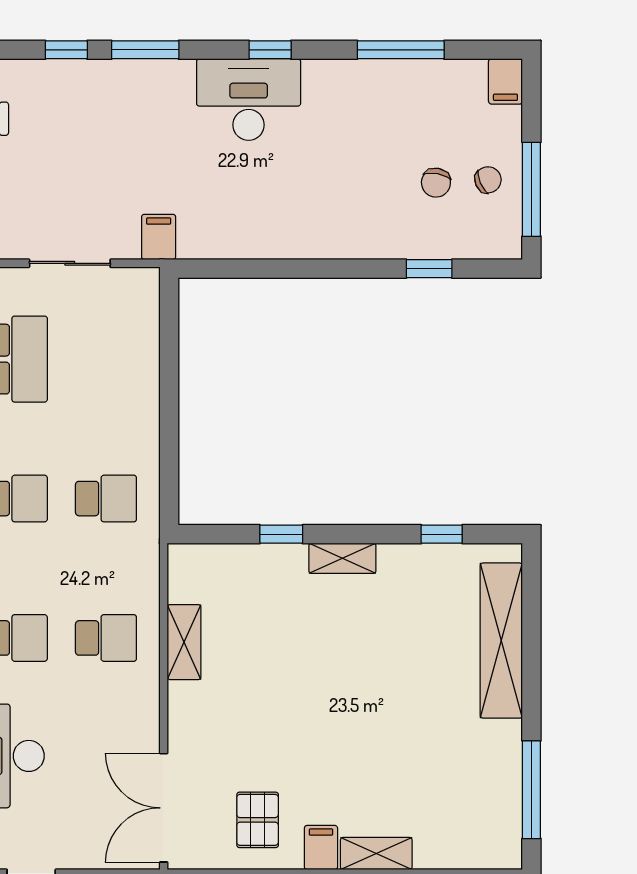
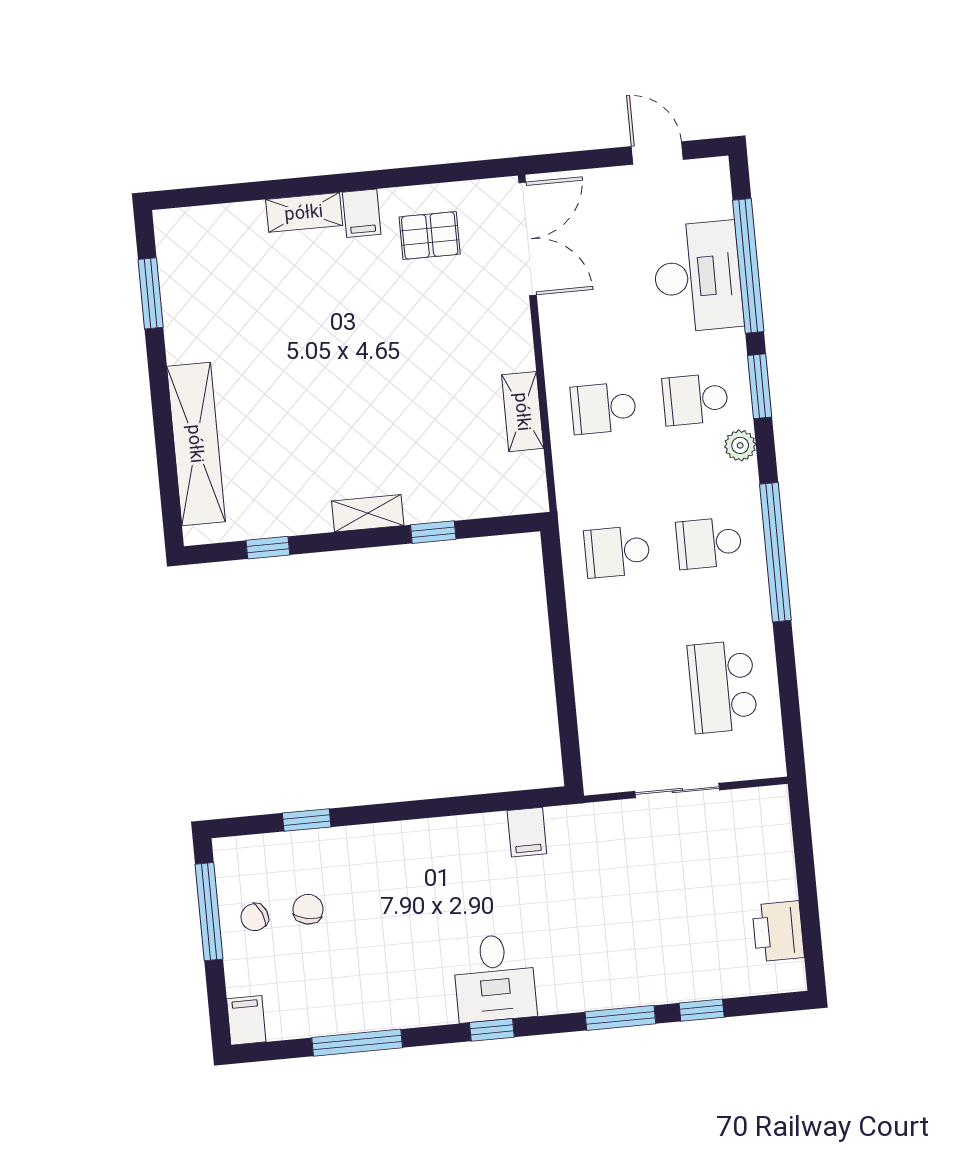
desk: (249, 100) -> (495, 978), width x0.73
filing cabinet: (159, 237) -> (527, 832), moved
window: (531, 790) -> (151, 293), width x0.69
pallet: (258, 820) -> (430, 236), turned 90

